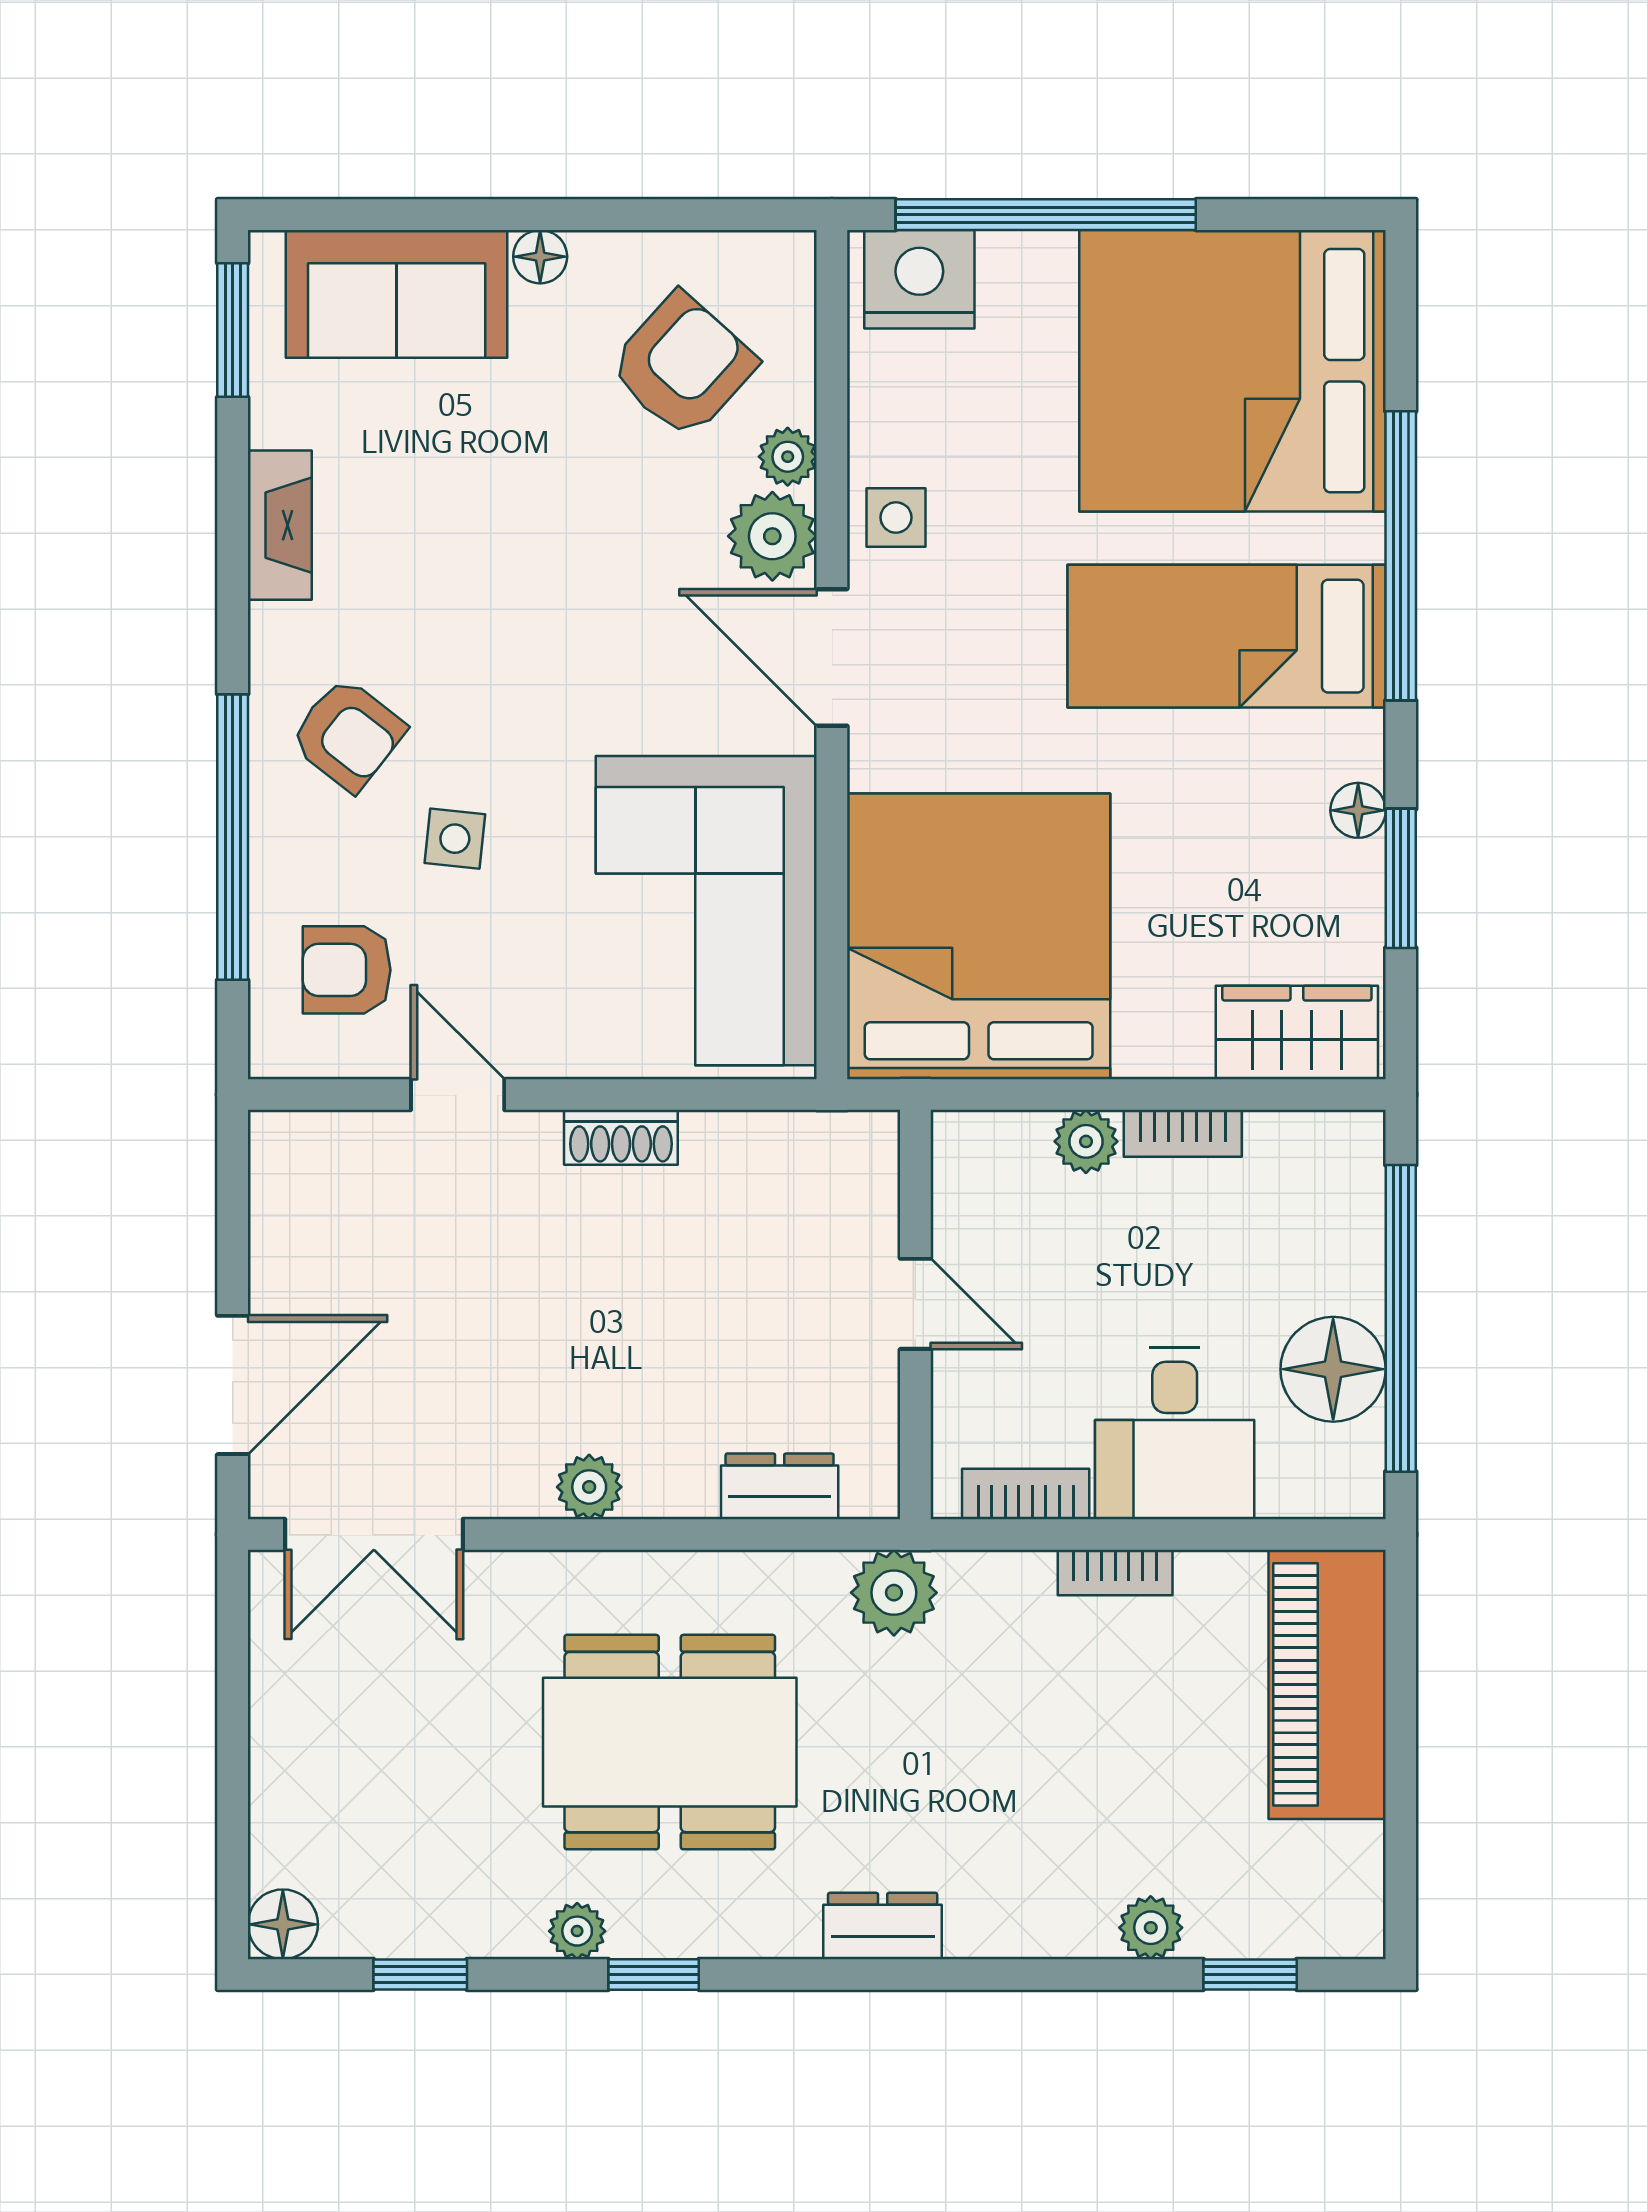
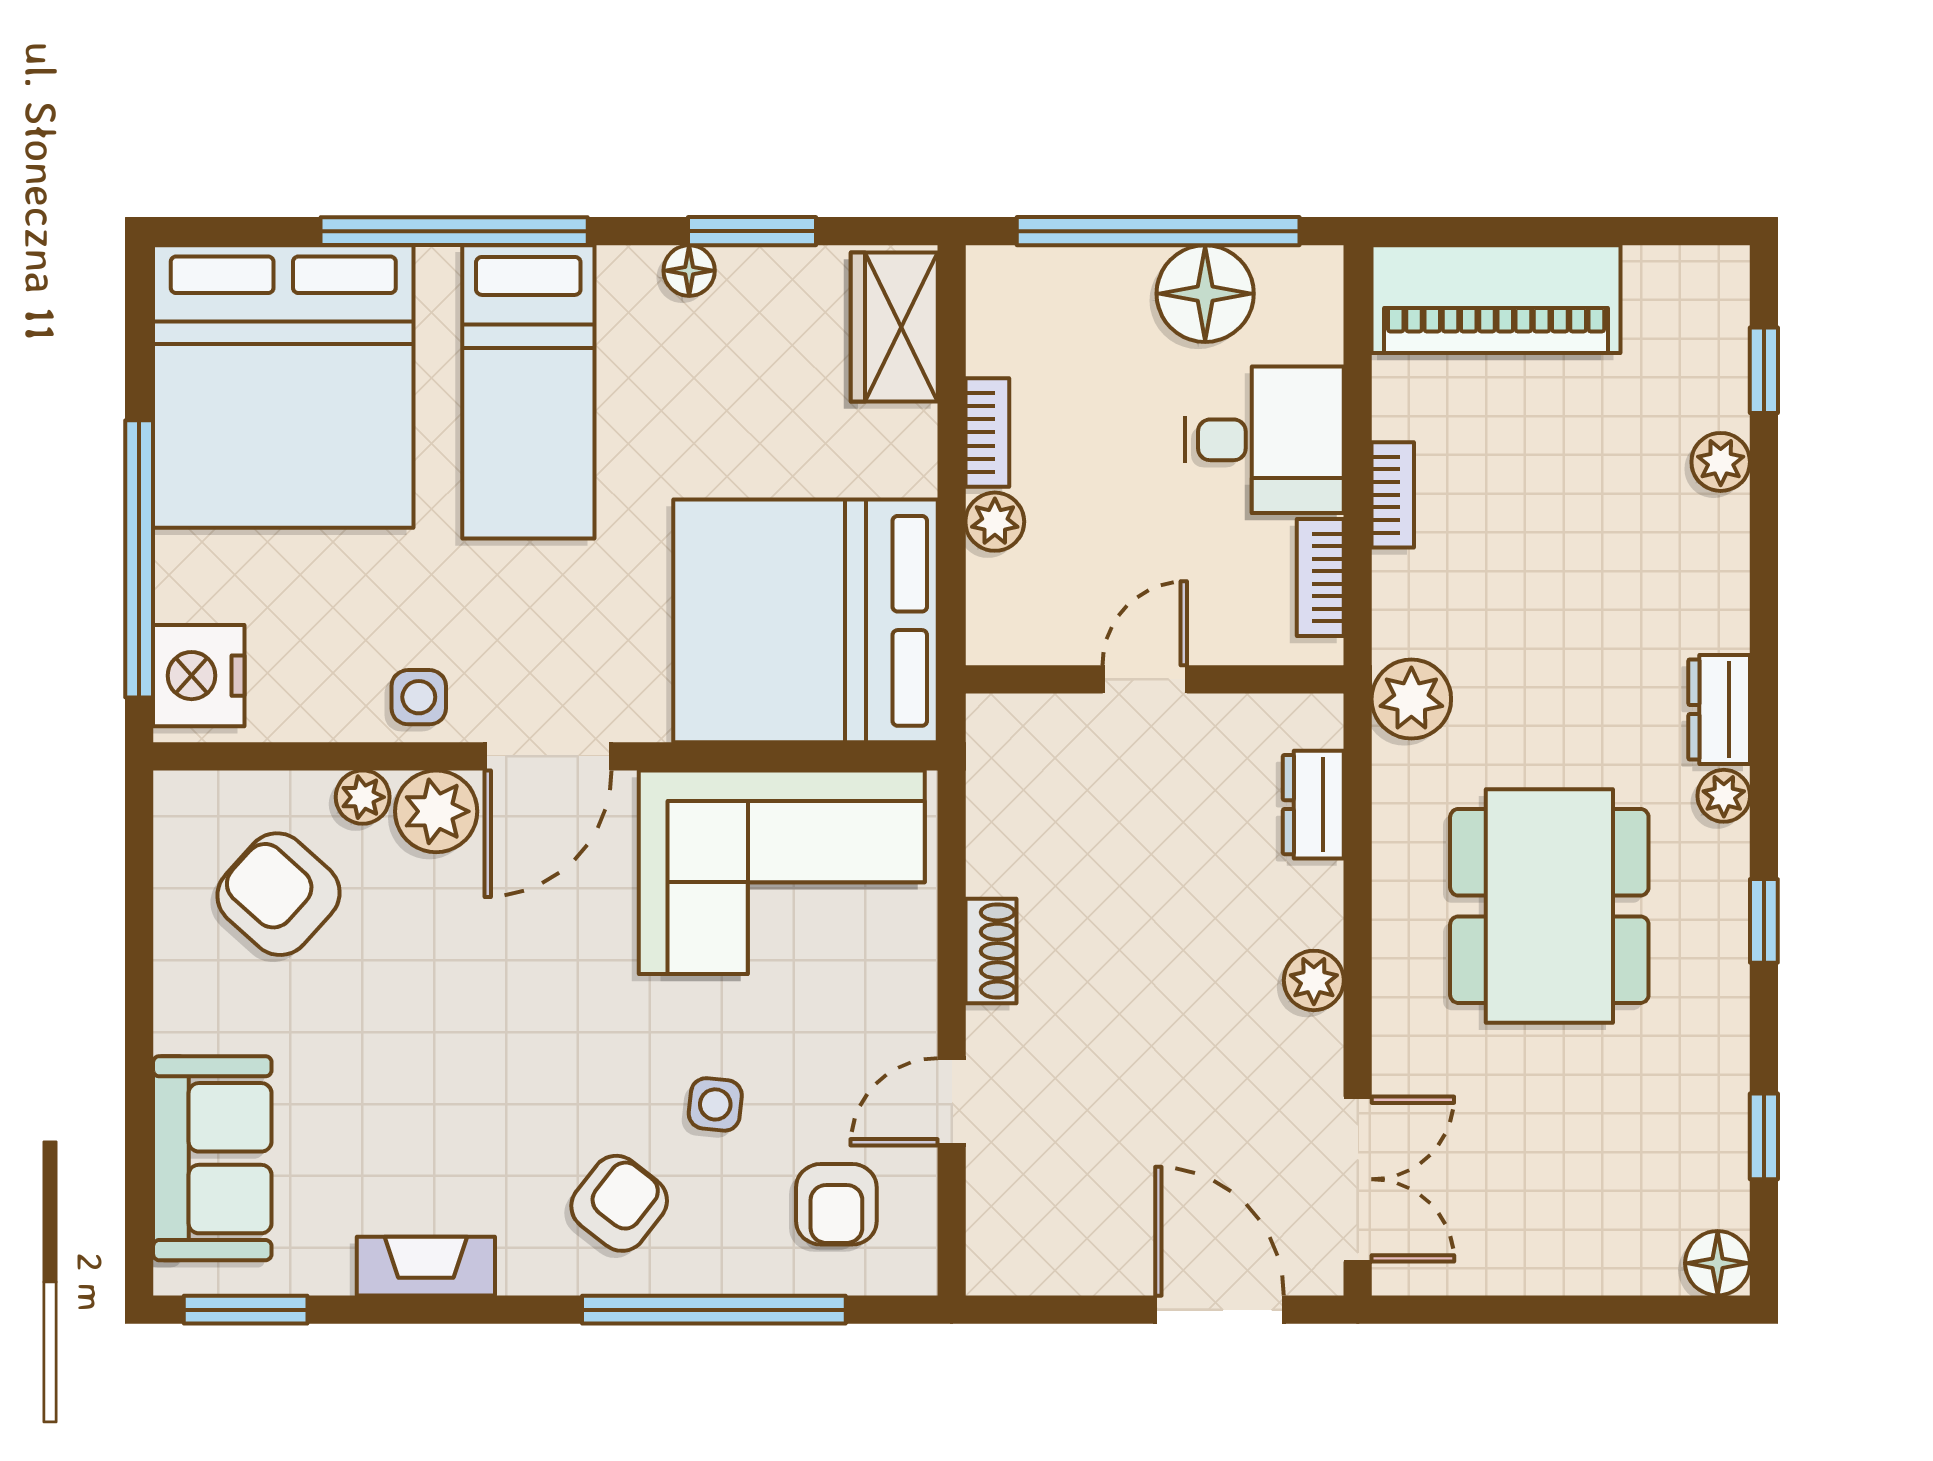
floor lamp: (540, 257) -> (178, 1026), removed
plant: (577, 1931) -> (1724, 796), moved

